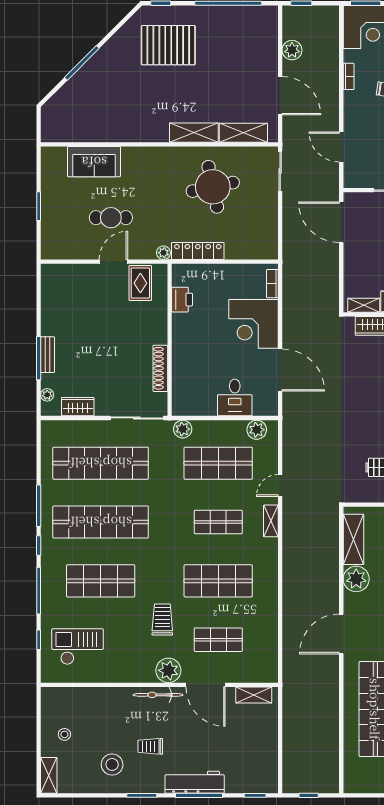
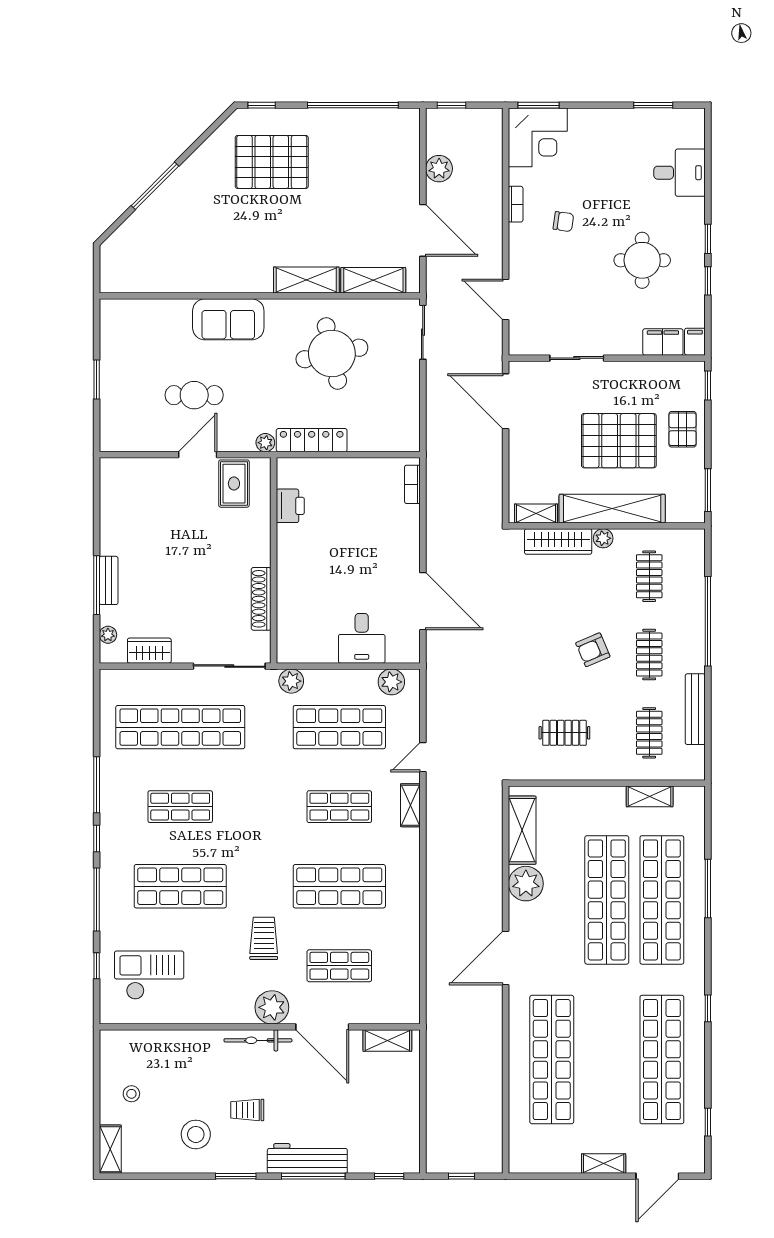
sofa: (94, 162) -> (228, 319), moved
corner desk: (253, 324) -> (387, 539), removed
shop shelf: (101, 522) -> (180, 807), width x0.50, depth x0.74

